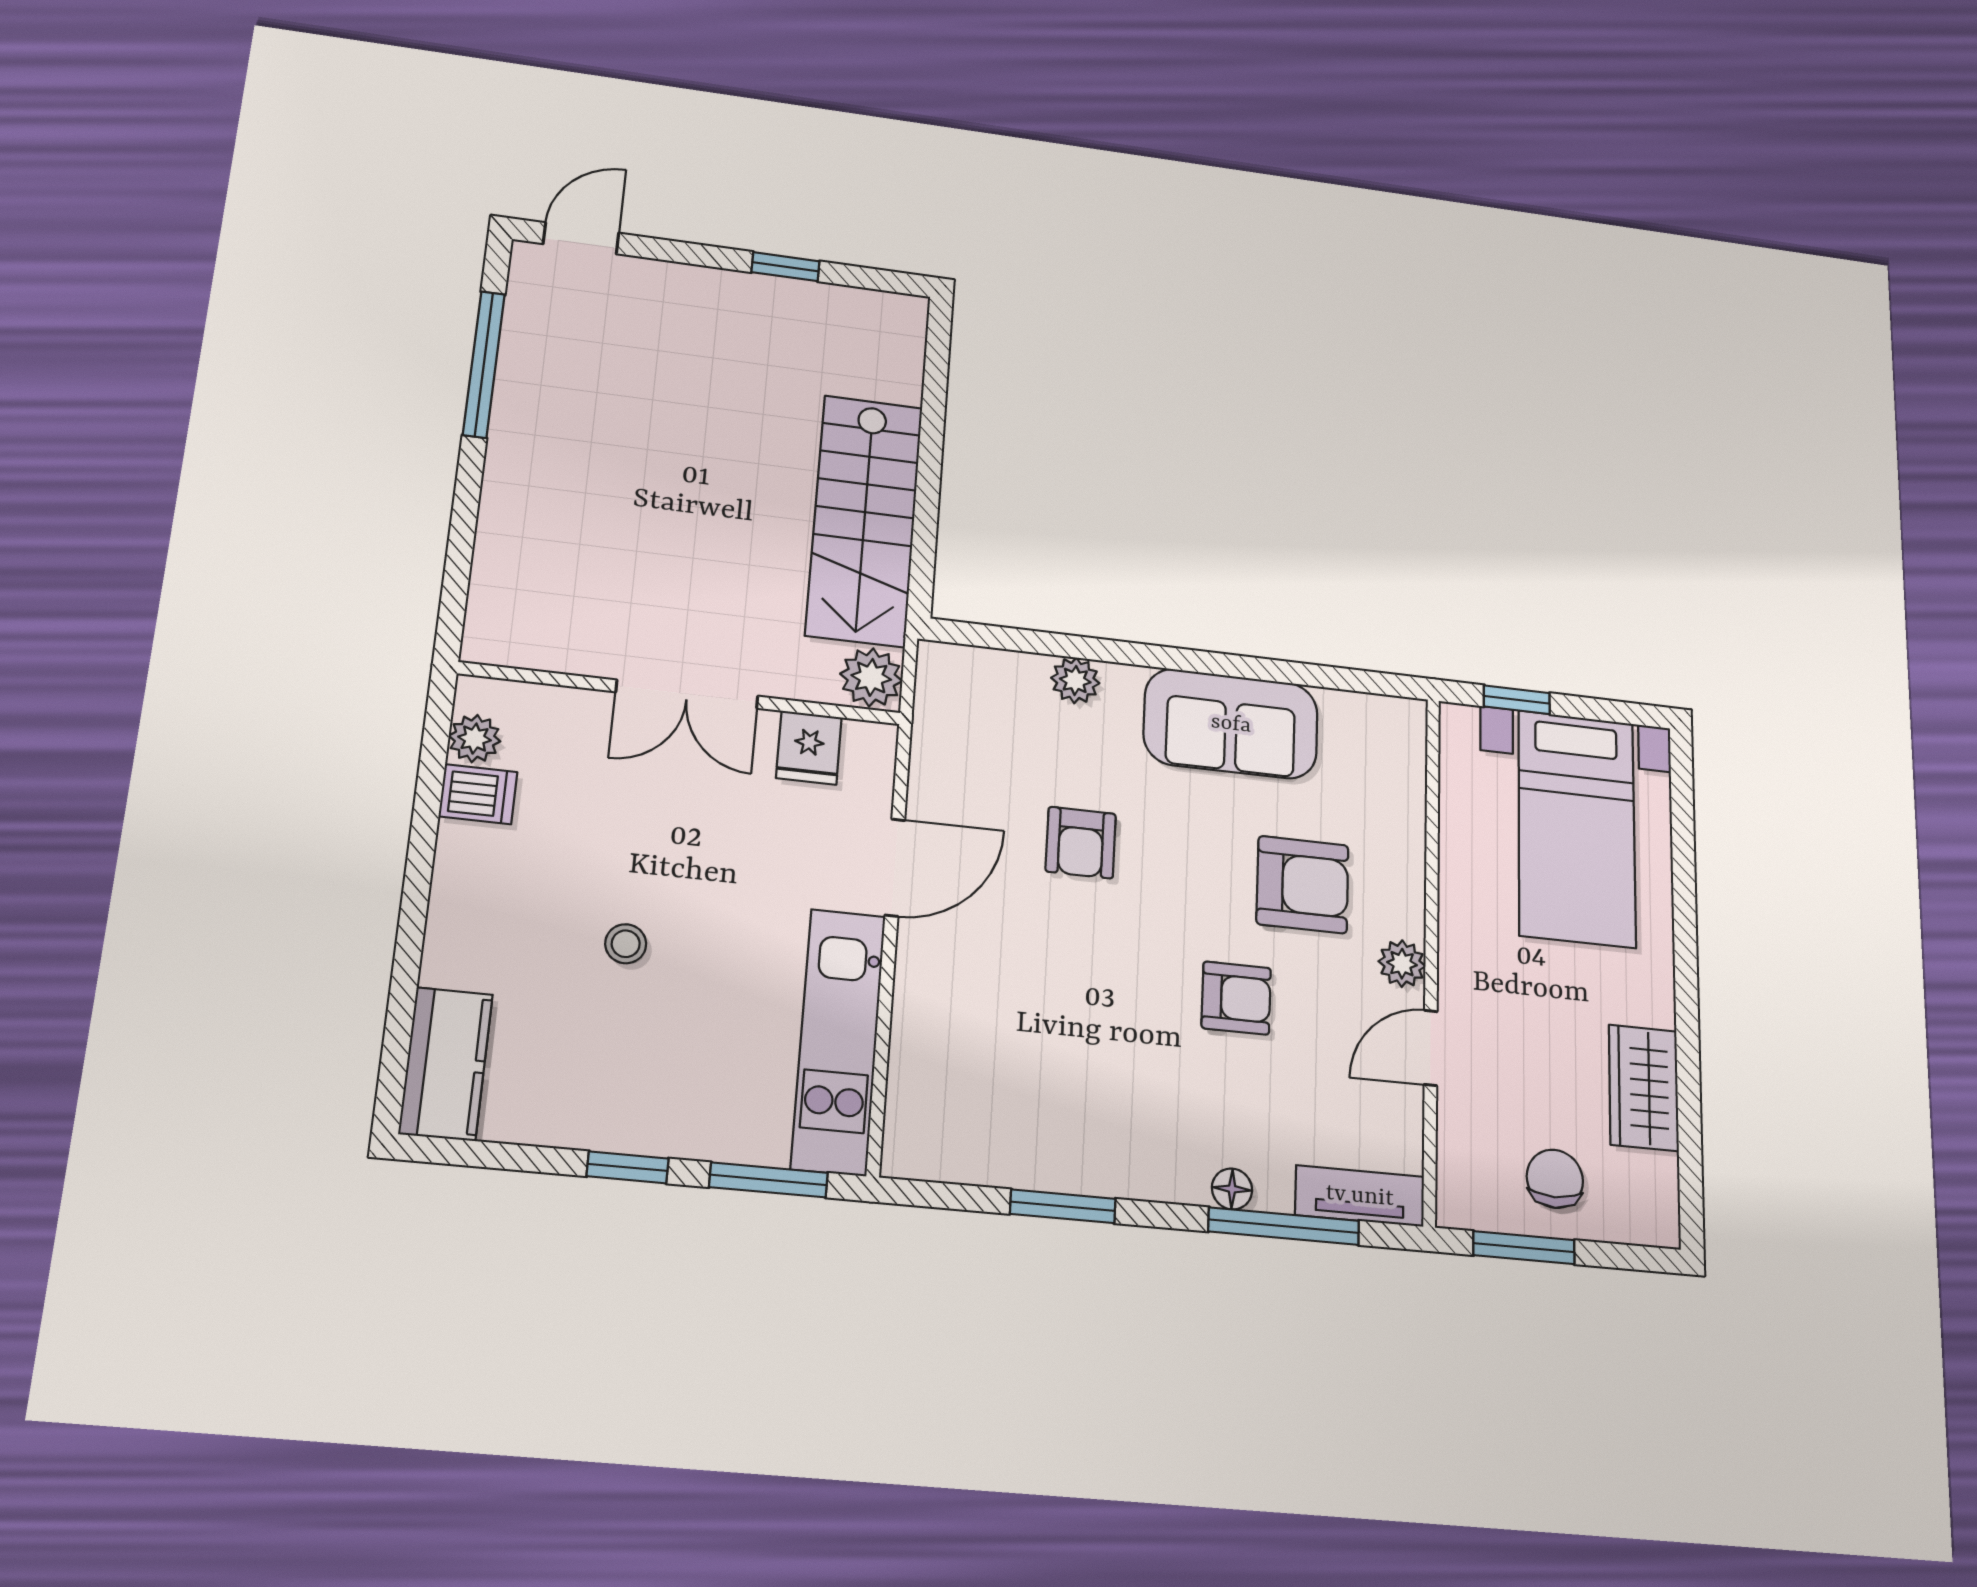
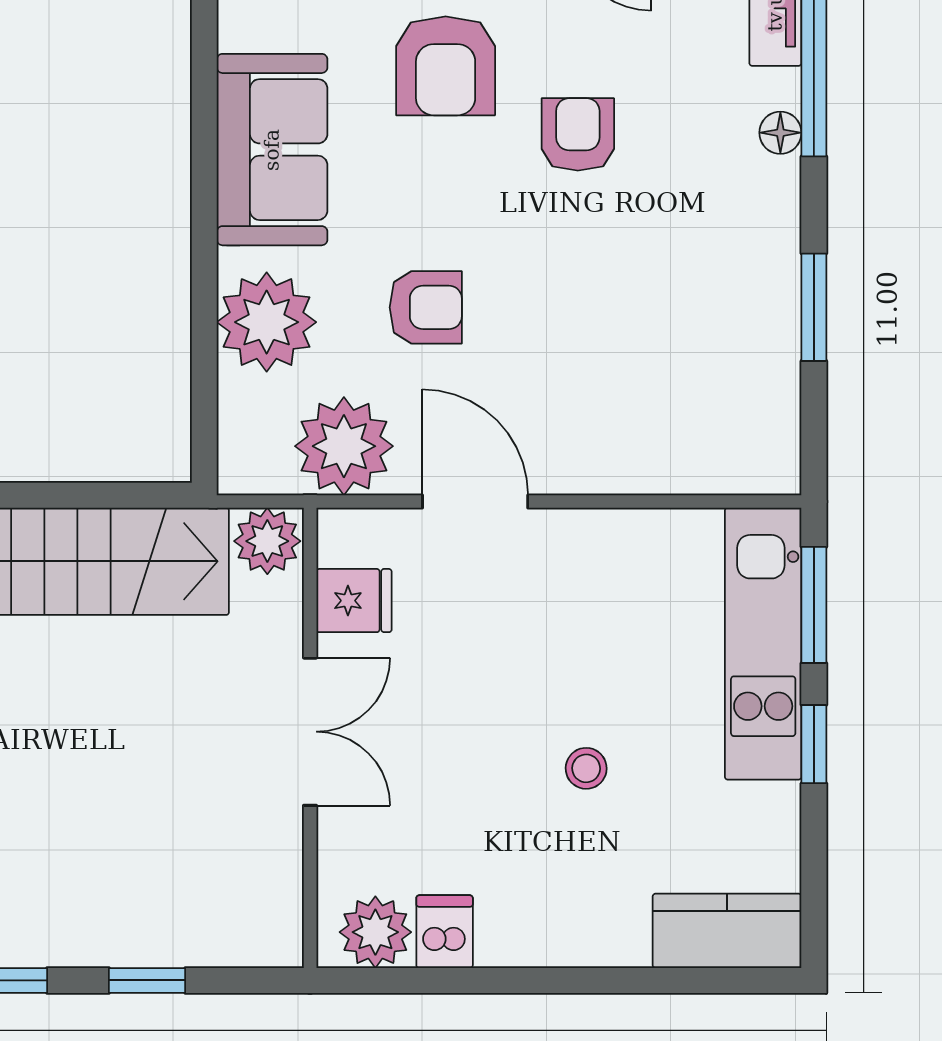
window: (464, 522) -> (147, 980), added
plant: (1075, 680) -> (267, 322), width x1.87, depth x1.87
plant: (475, 739) -> (375, 932), width x1.38, depth x1.38
plant: (955, 755) -> (344, 446), added
armchair: (1303, 885) -> (446, 66), turned 180
kitchen unit: (839, 1041) -> (763, 644), moved, turned 90

